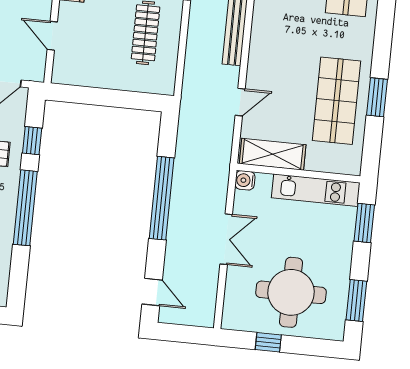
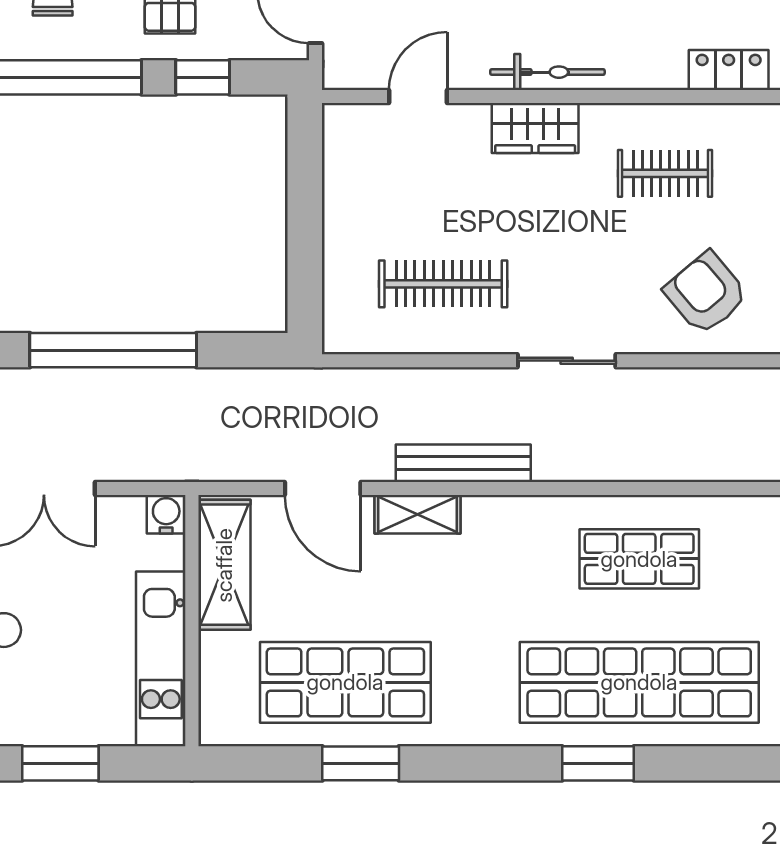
shelving: (257, 57) -> (418, 514), added
door: (240, 102) -> (323, 489), width x1.38
window: (364, 223) -> (60, 763), moved

